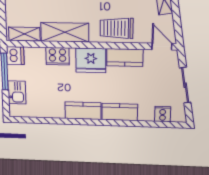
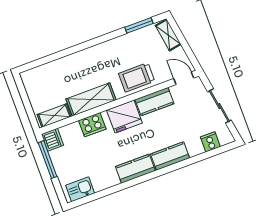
kitchen sink: (17, 92) -> (80, 189), moved, turned -90

